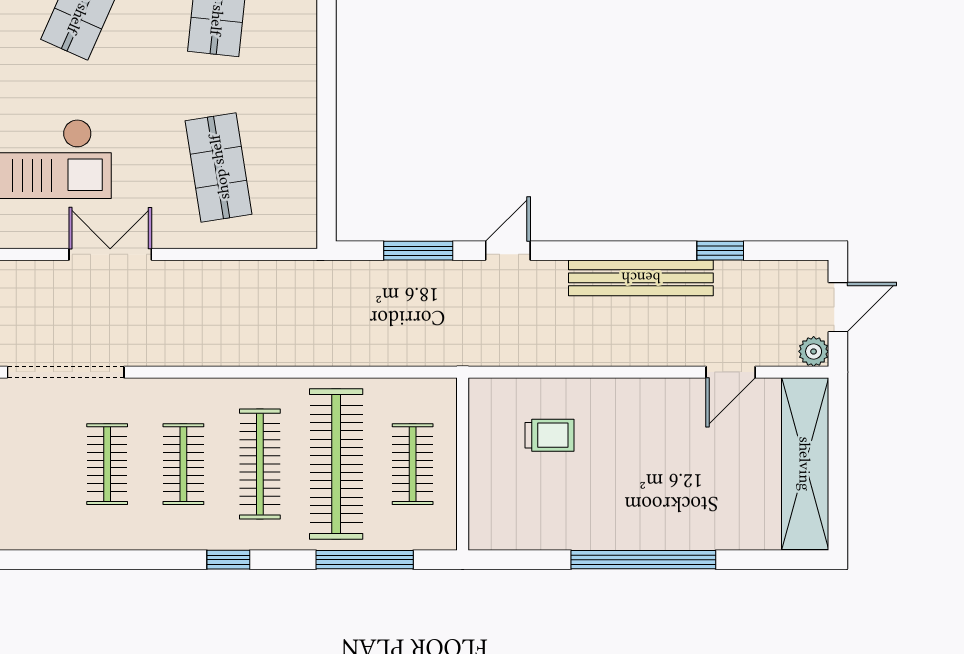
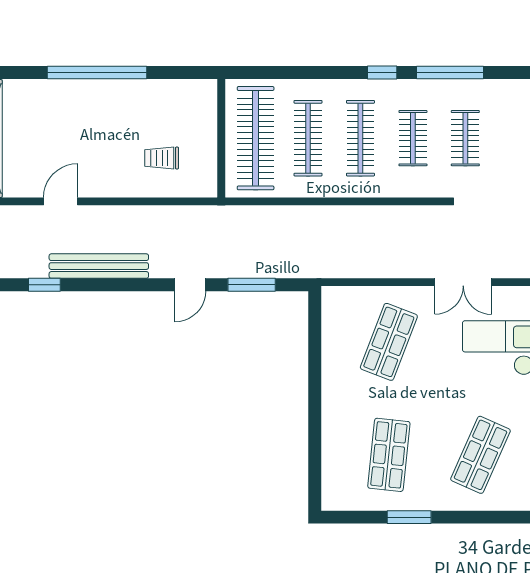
shop shelf: (219, 167) -> (389, 342), turned 30
door: (731, 372) -> (61, 201), moved
clothes rail: (336, 464) -> (308, 138), width x0.73, depth x0.76
clothes rail: (413, 464) -> (256, 138), width x1.86, depth x1.31
window: (365, 560) -> (450, 73), moved

